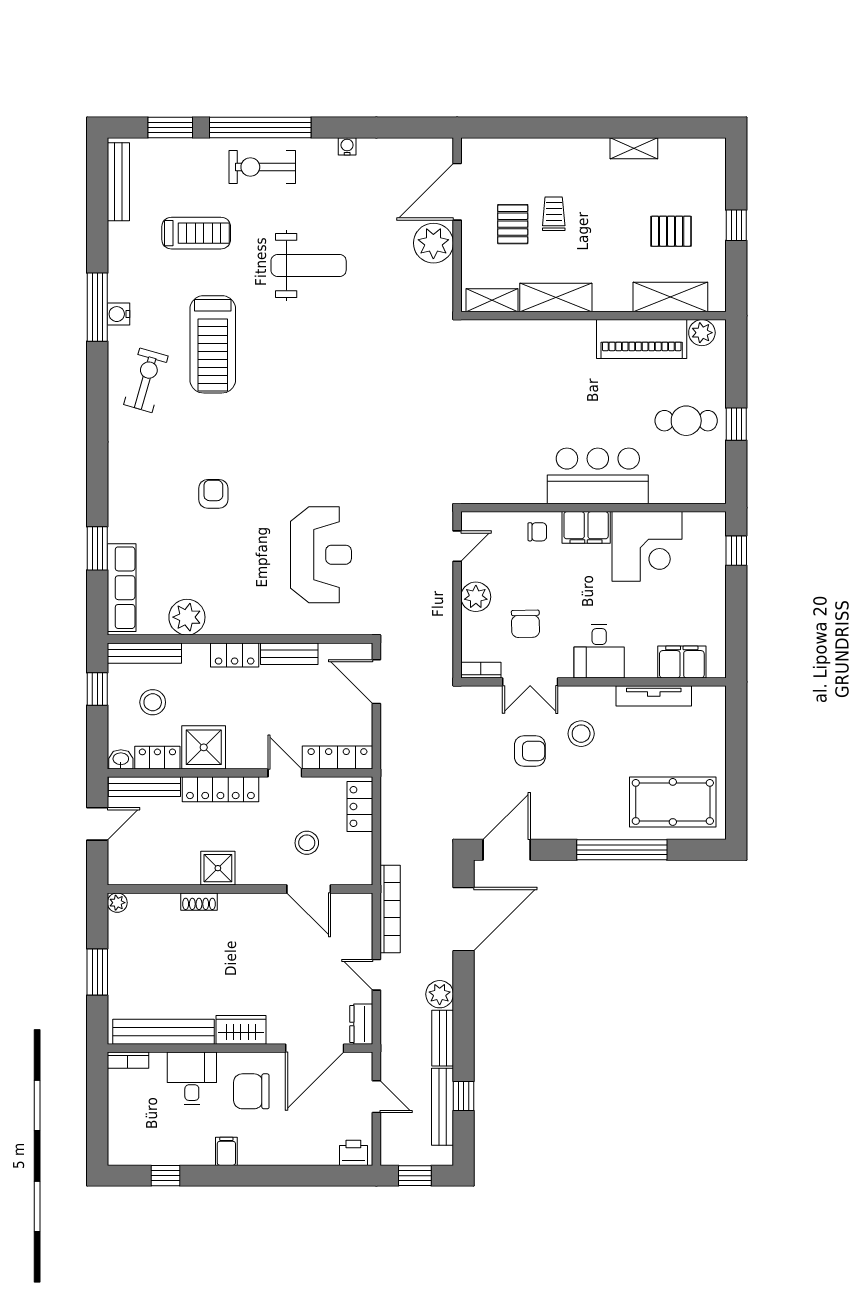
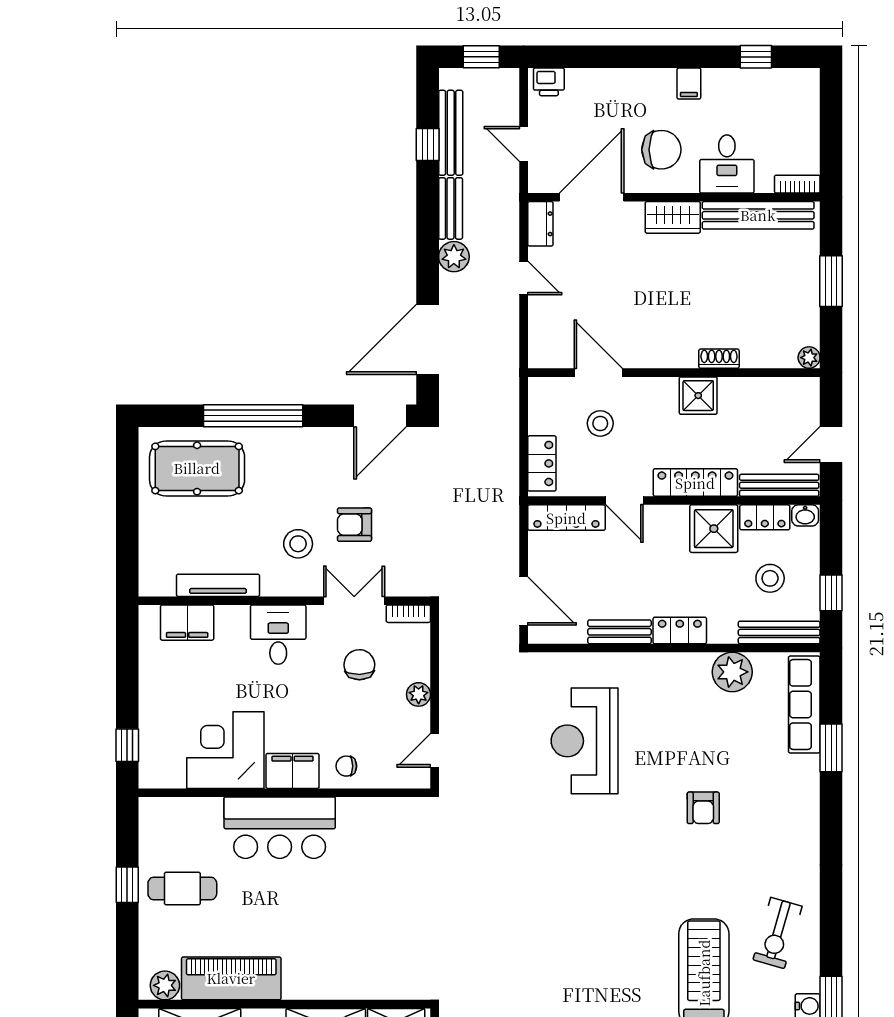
plant: (476, 597) -> (419, 694), width x0.73, depth x0.73
bookcase: (390, 909) -> (508, 351), removed

